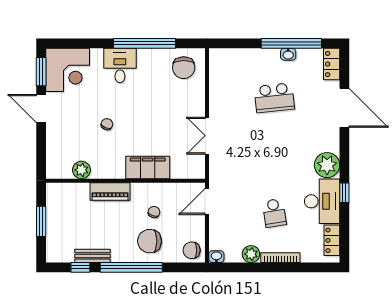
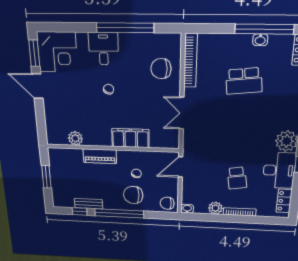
chair: (184, 68) -> (161, 69), moved, turned 90
bookcase: (215, 77) -> (190, 61), added
chair: (107, 124) -> (109, 89), moved

